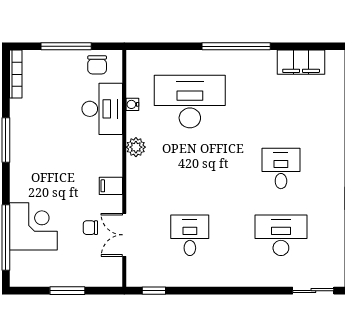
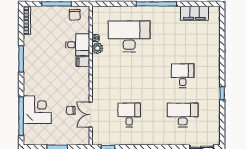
desk: (102, 109) -> (78, 45), width x0.73
plant: (136, 147) -> (97, 48), moved
filing cabinet: (111, 186) -> (83, 62), moved

